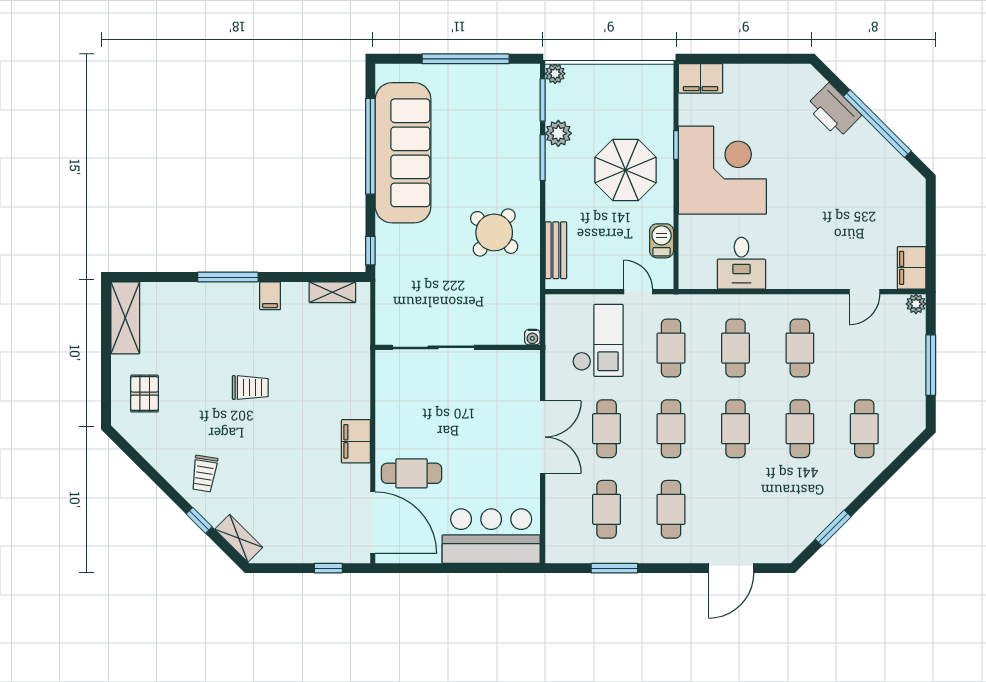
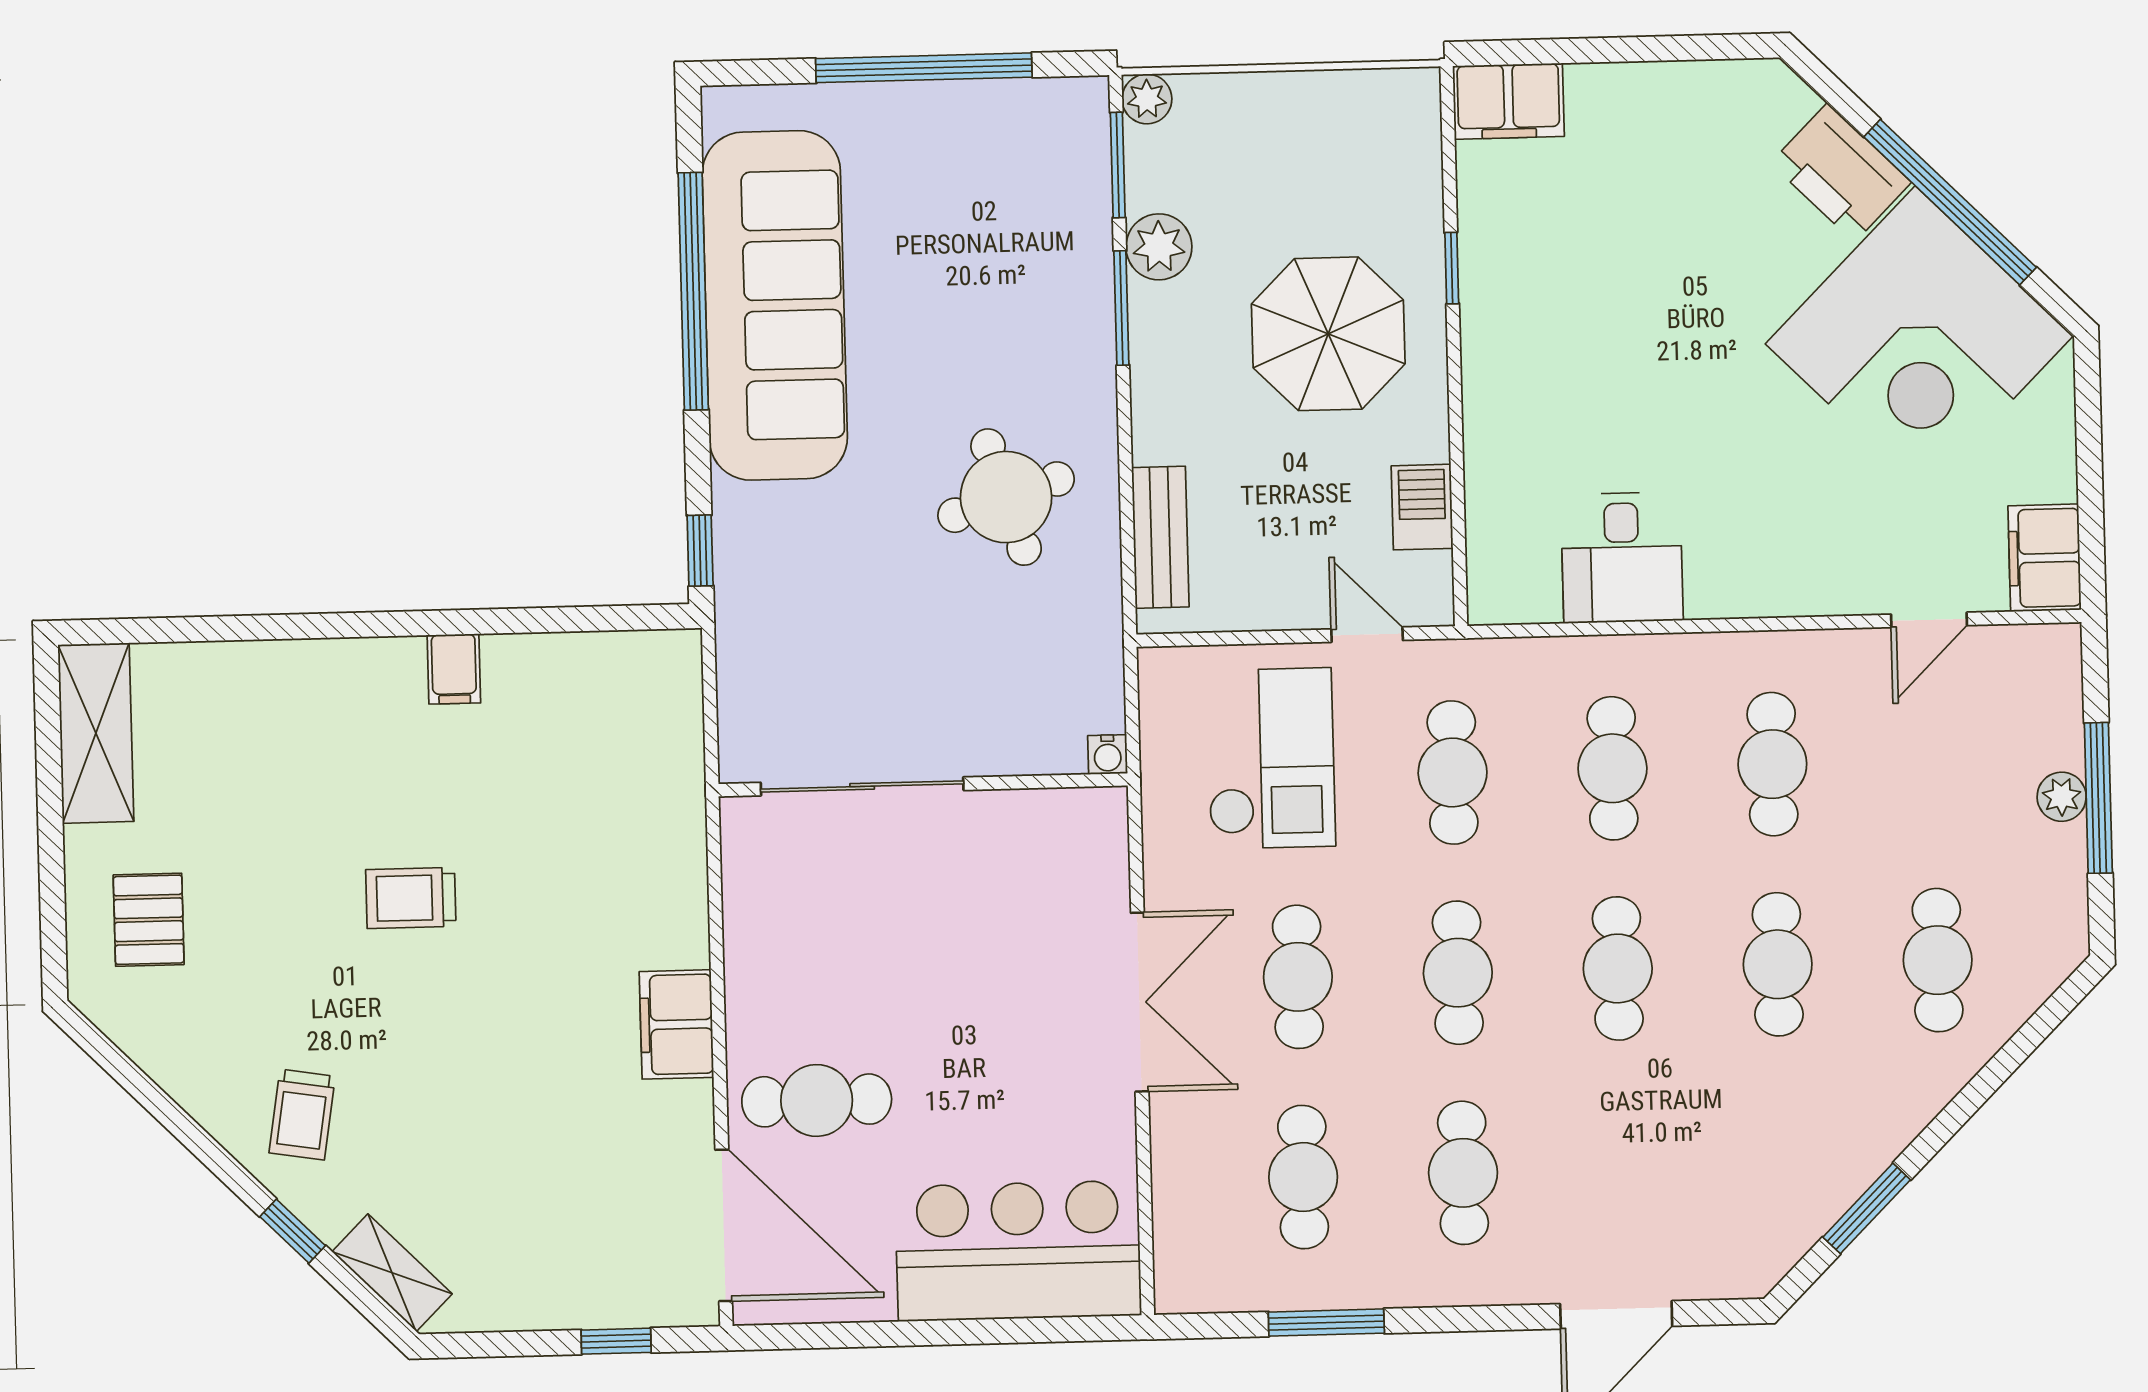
corner desk: (722, 170) -> (1919, 340), moved, turned 135
round table: (494, 232) -> (1006, 497), turned 32
window: (228, 277) -> (348, 625), removed
shelving: (332, 292) -> (608, 656), removed
plant: (916, 304) -> (2062, 797), moved
trolley: (250, 388) -> (411, 898), turned 180

